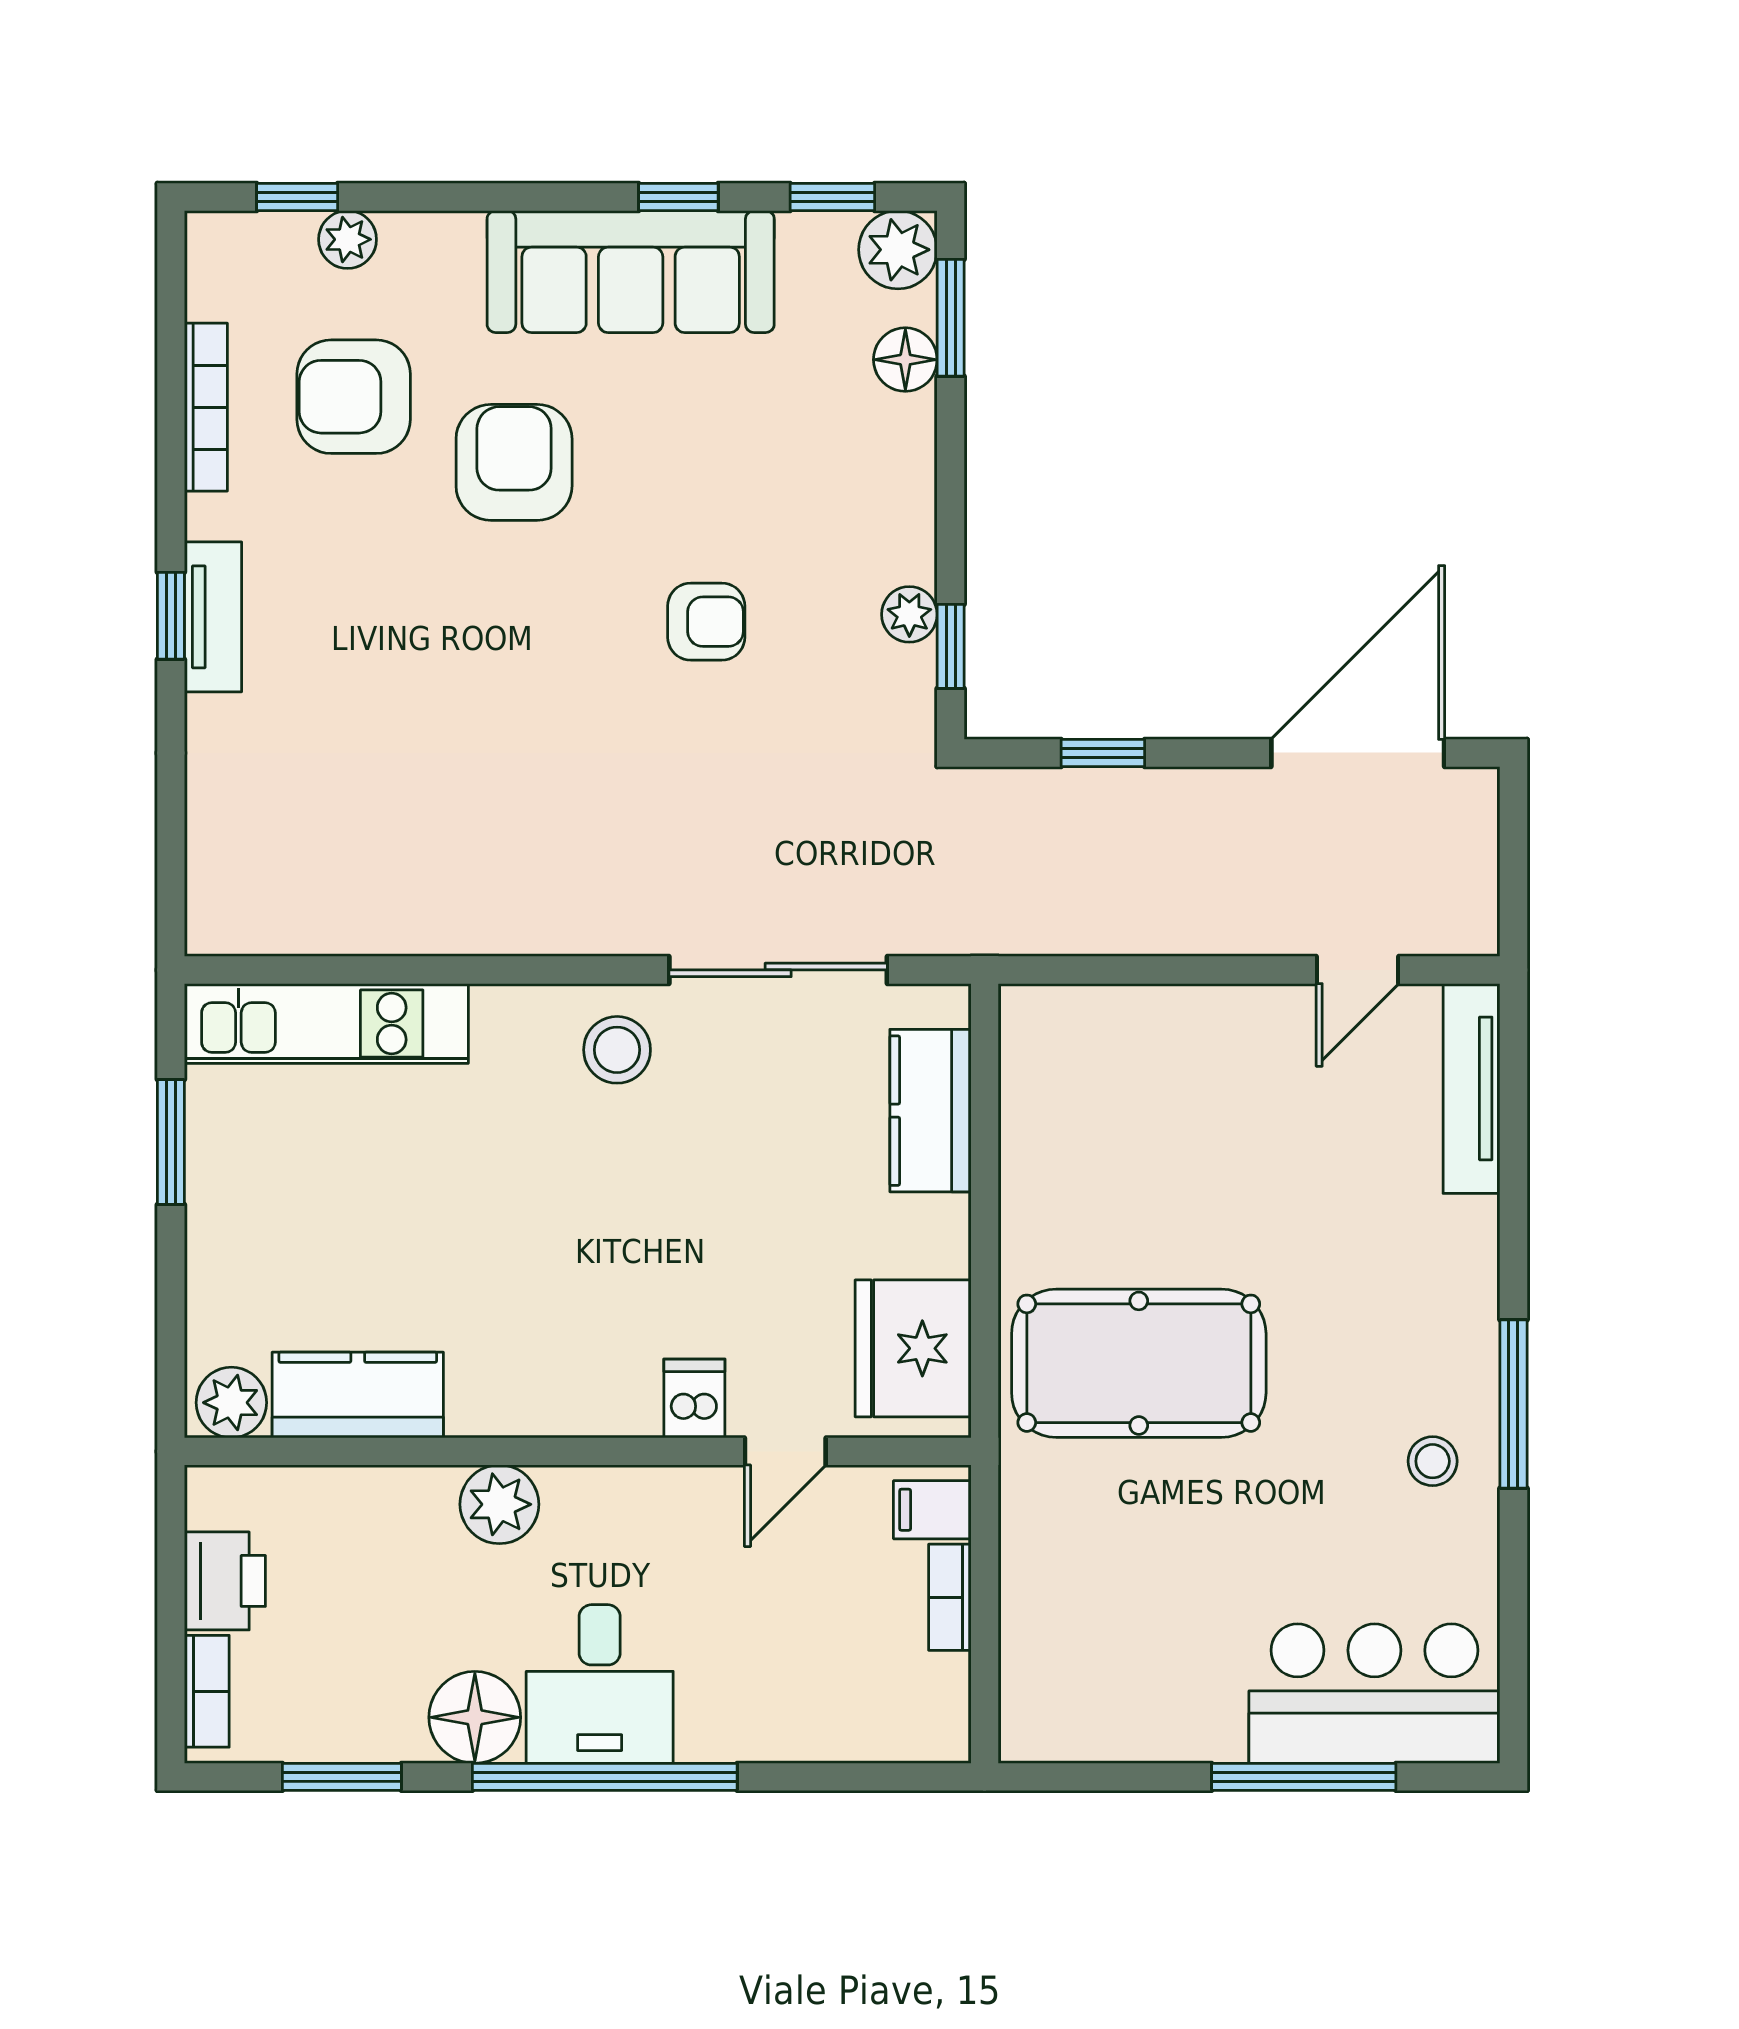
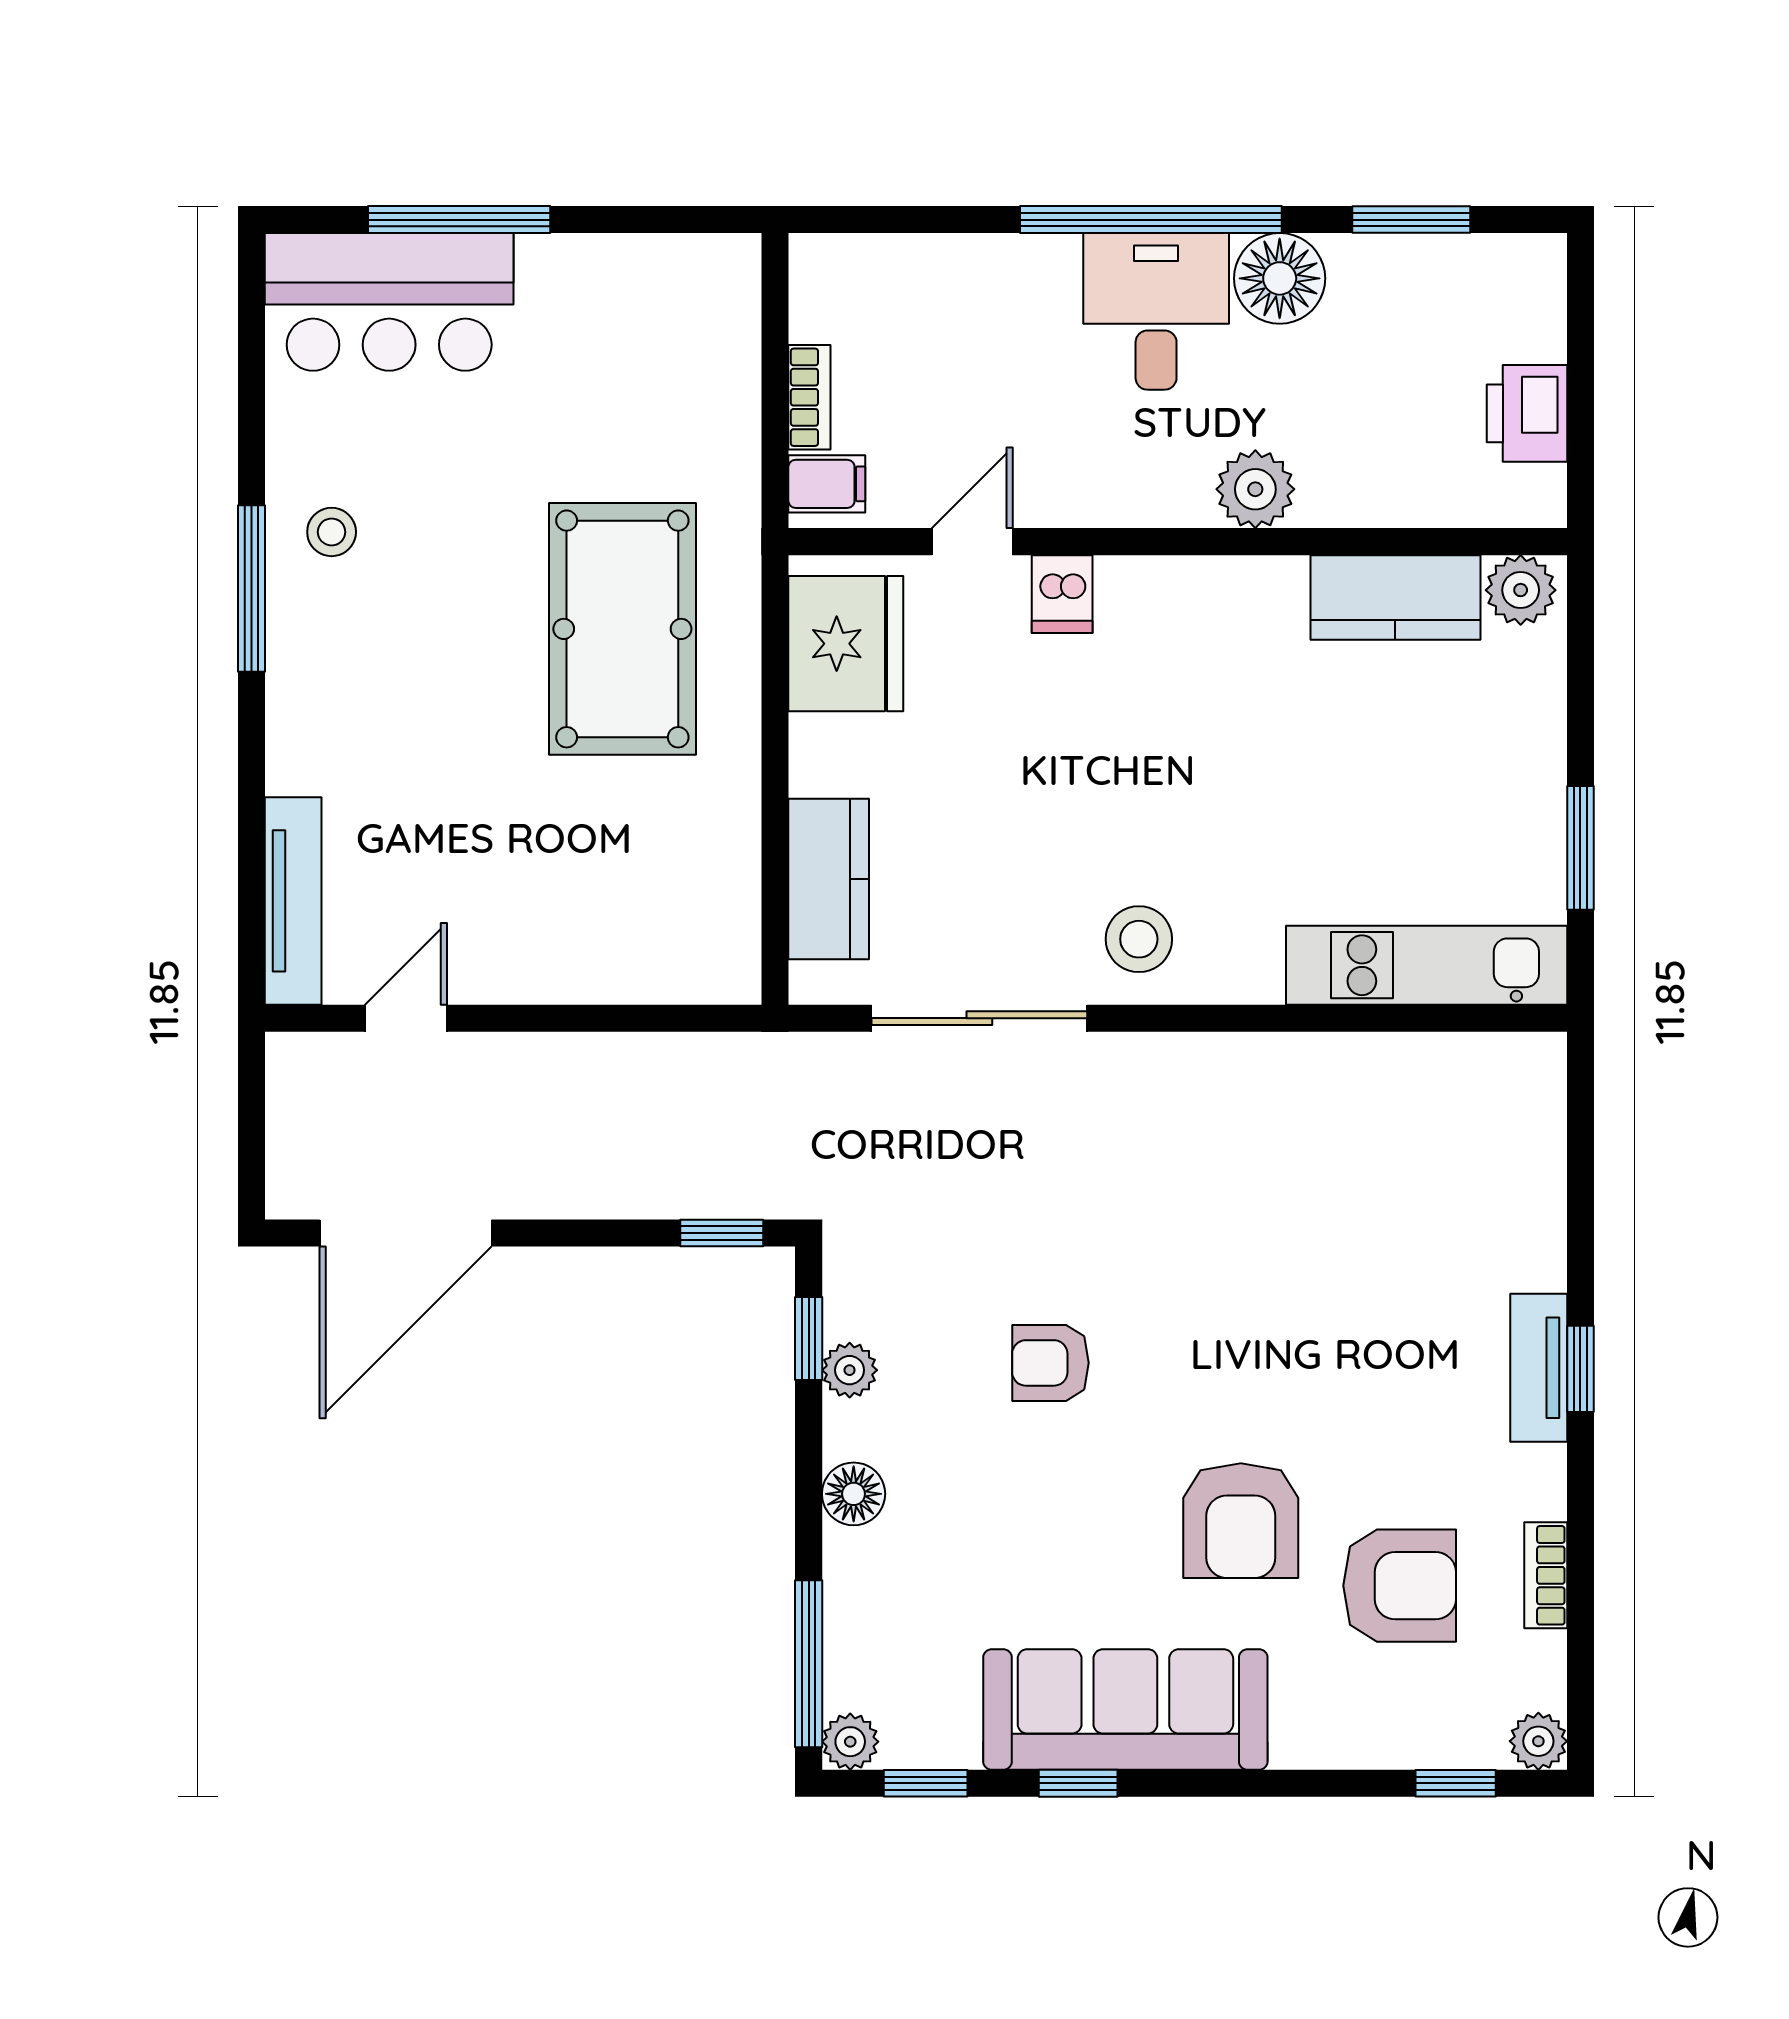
plant: (348, 239) -> (1538, 1741), moved
plant: (898, 250) -> (850, 1742), width x0.73, depth x0.73
window: (951, 318) -> (809, 1664), width x1.44
floor lamp: (905, 360) -> (854, 1494), moved
bookcase: (206, 407) -> (1546, 1575), width x0.64
window: (1103, 753) -> (722, 1233), moved
pool table: (1139, 1363) -> (622, 629), turned 90
bookcase: (207, 1691) -> (1545, 304), removed

